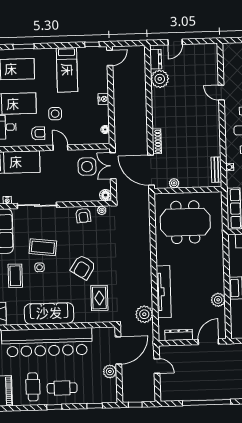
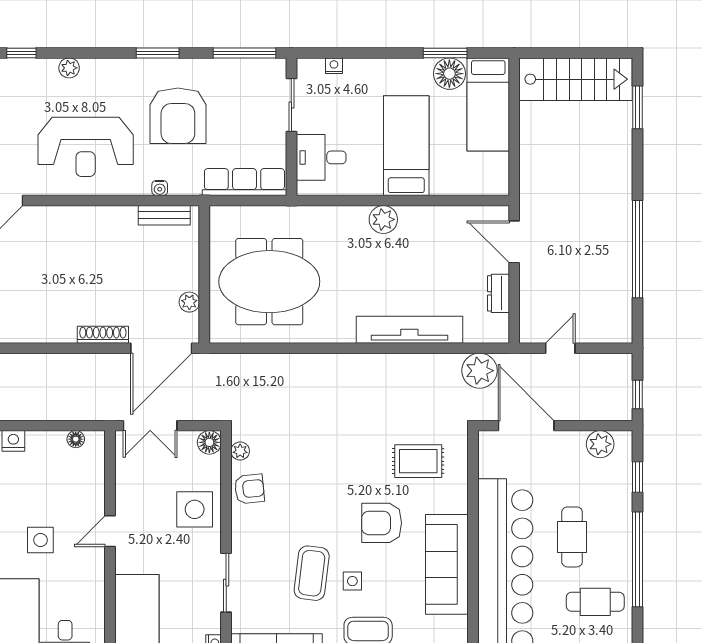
armchair: (38, 133) -> (79, 576), removed
side table: (87, 167) -> (195, 509), moved
sliding door: (37, 205) -> (226, 583), width x0.73
meeting table: (185, 222) -> (269, 282), turned 90
armchair: (83, 267) -> (382, 523), moved, turned 147
plant: (218, 300) -> (383, 219), moved
plant: (144, 314) -> (480, 371), moved
dresser: (179, 335) -> (498, 293), width x0.70
plant: (110, 371) -> (600, 444), moved
cafe table: (62, 388) -> (572, 537), moved
window: (54, 407) -> (638, 559), width x3.17

